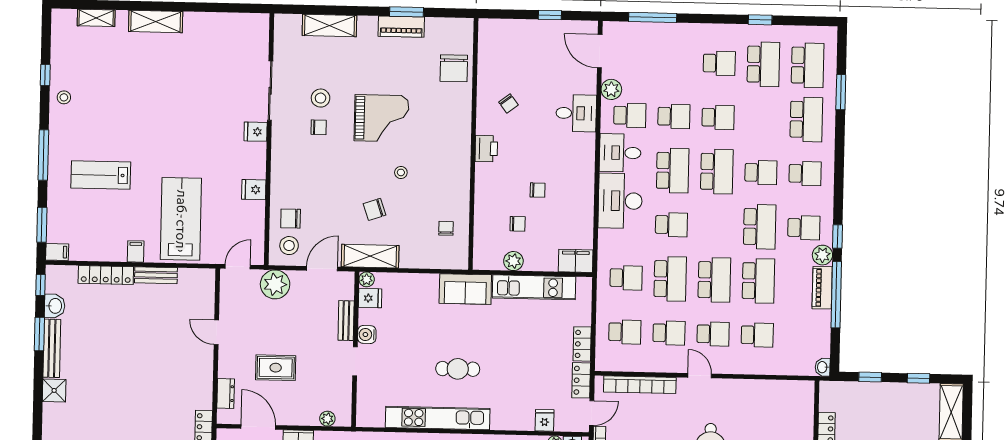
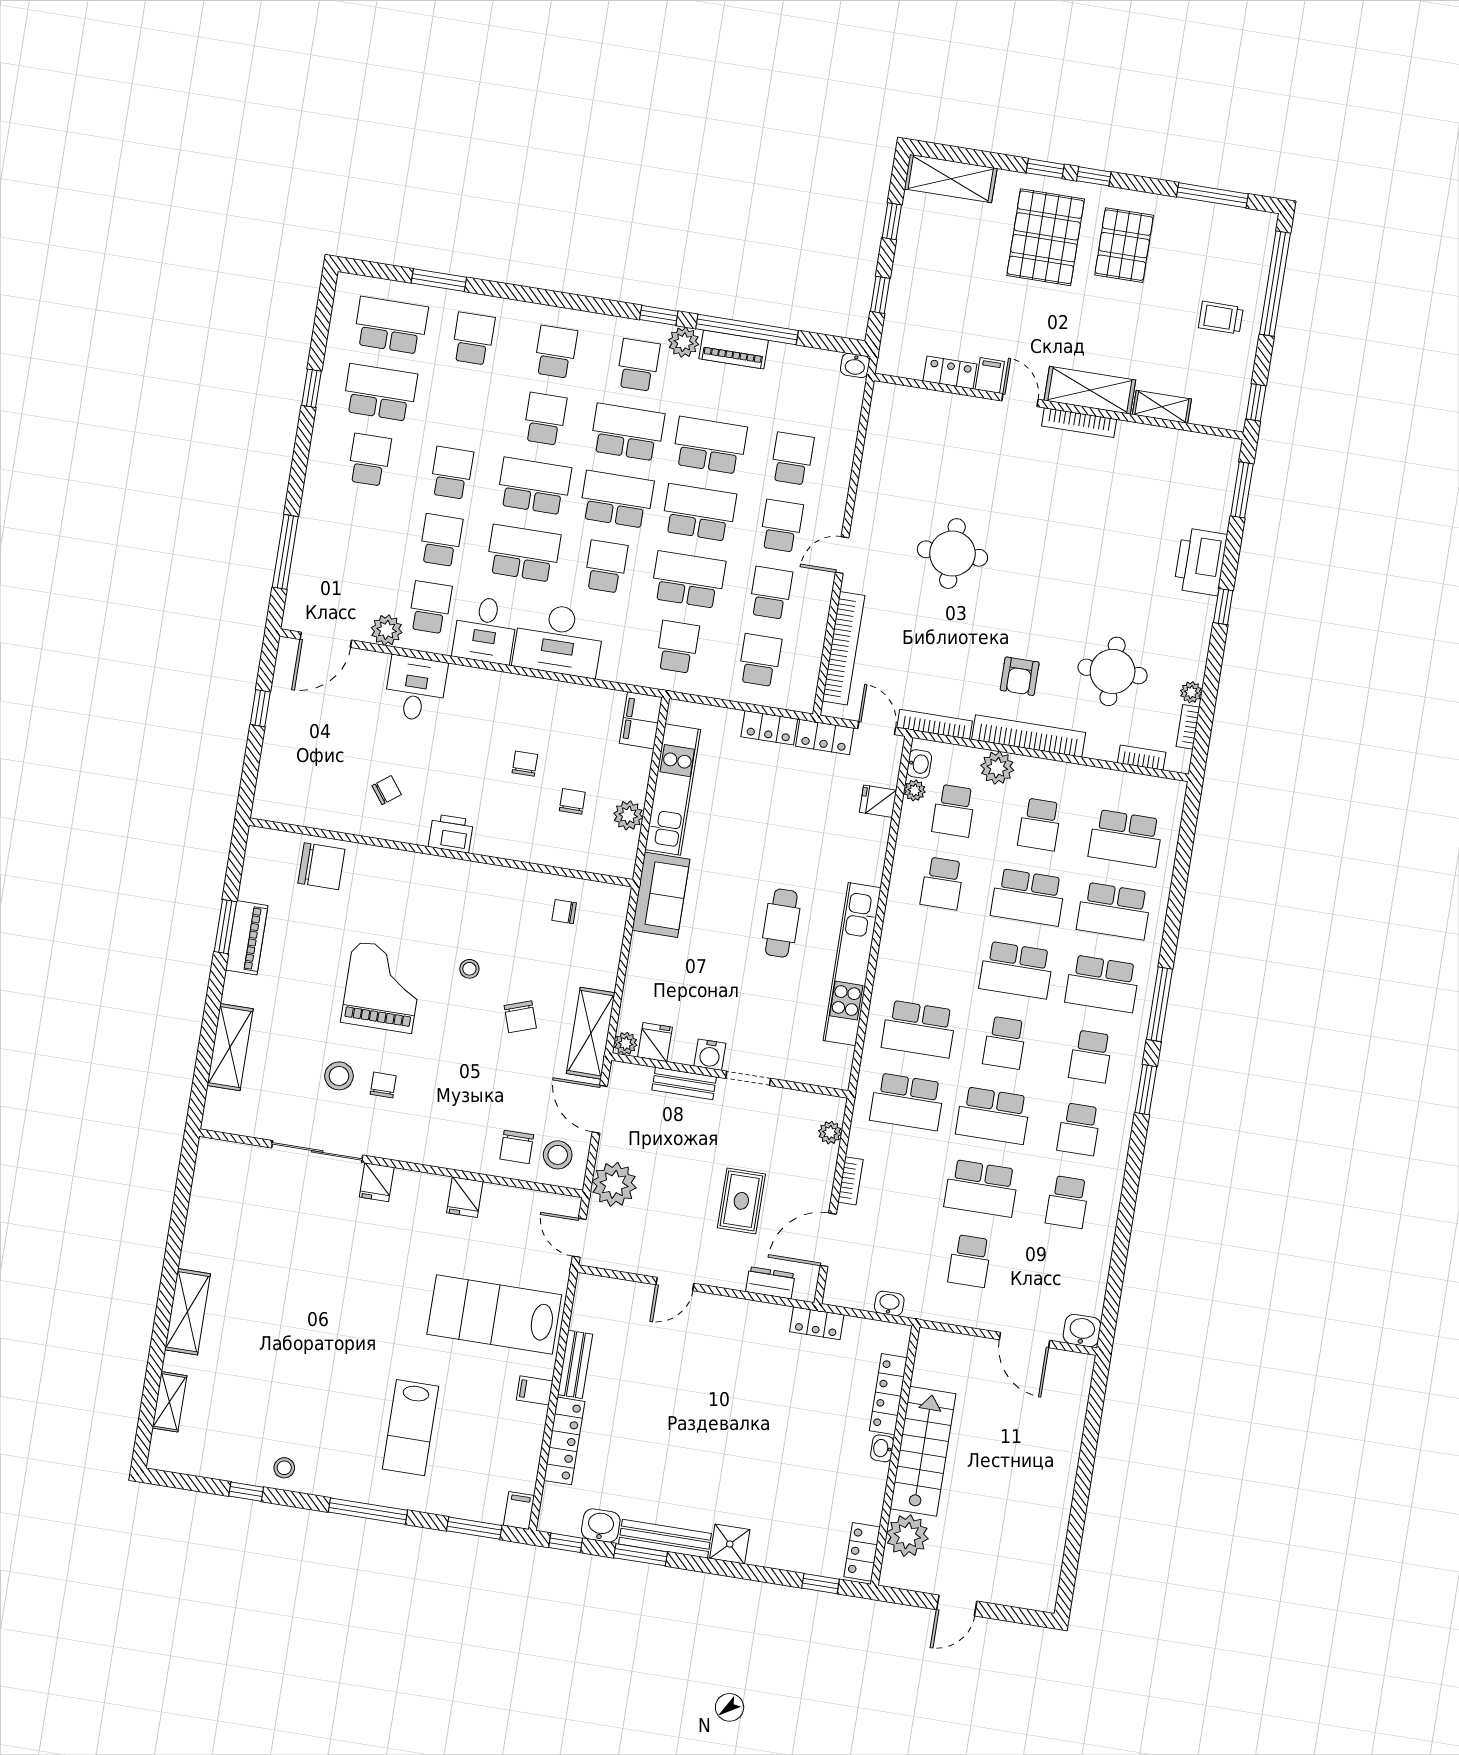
school desk: (806, 119) -> (473, 339), width x0.54
school desk: (716, 226) -> (617, 499), added

